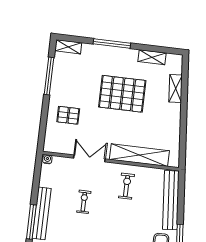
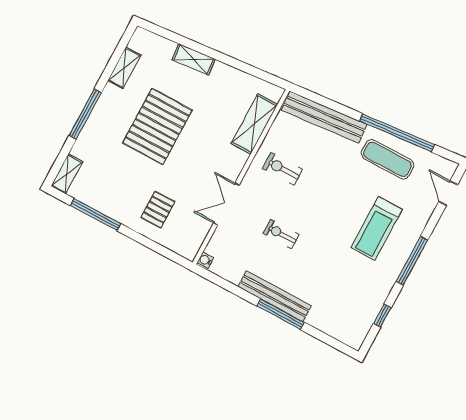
shelving: (176, 89) -> (194, 59), moved
shelving: (139, 155) -> (254, 124), width x0.68

